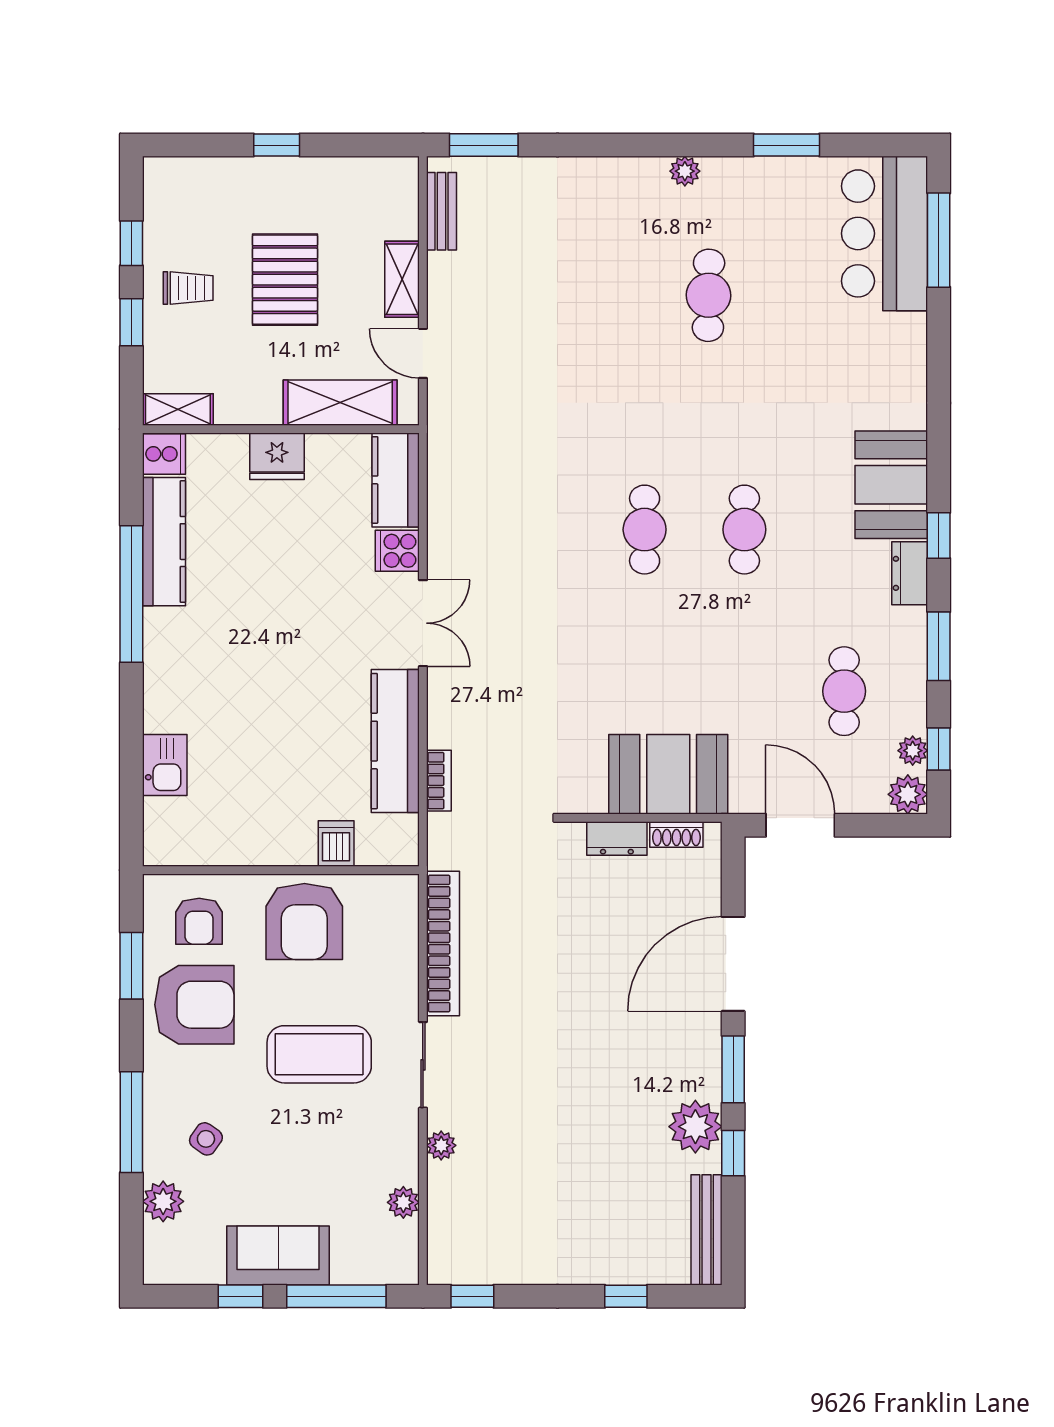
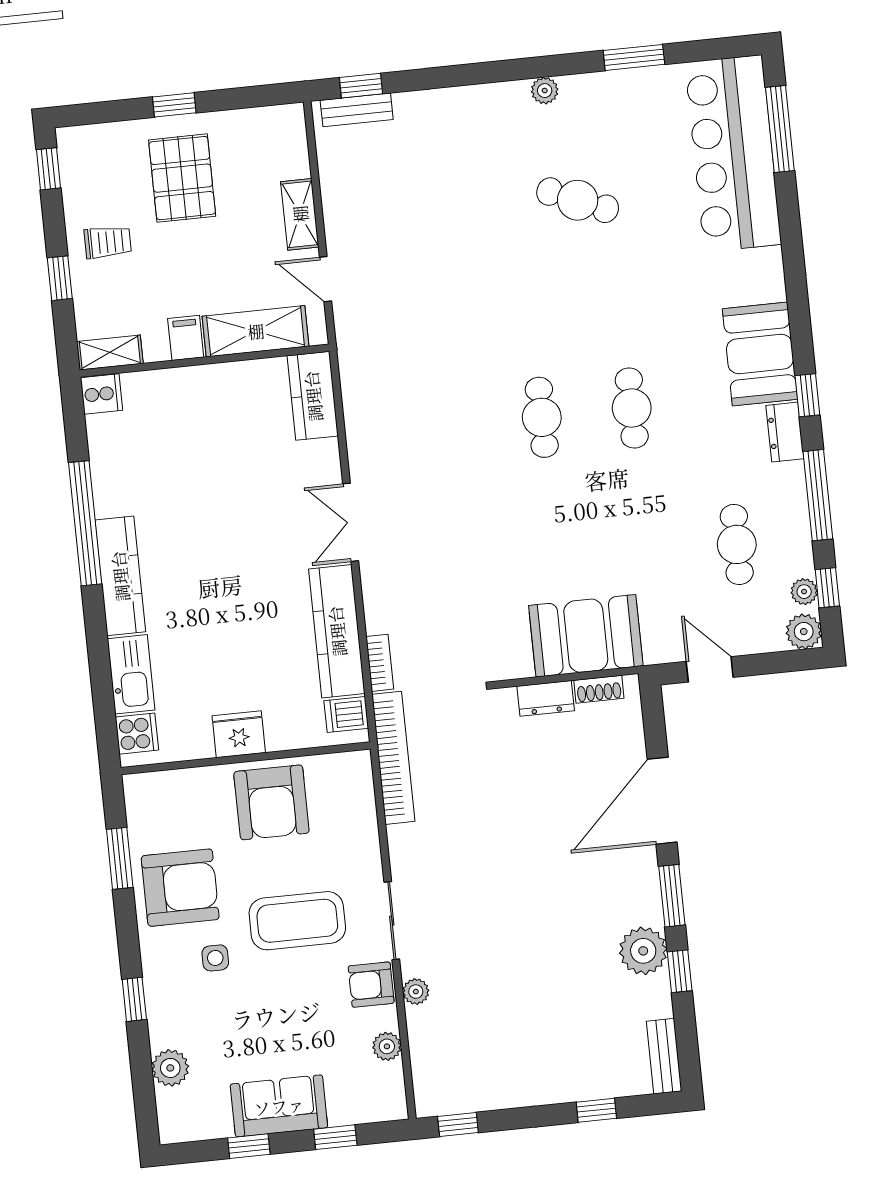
window: (484, 145) -> (361, 86), width x0.67
bench: (442, 211) -> (357, 110), moved, turned 90
bar counter: (885, 233) -> (733, 153), width x1.36
window: (131, 243) -> (48, 169), moved
pallet: (285, 280) -> (182, 178), moved
cafe table: (709, 295) -> (578, 200), turned -68
filing cabinet: (263, 402) -> (186, 338), added
fridge: (277, 456) -> (239, 734), moved, turned 180
kitchen counter: (164, 542) -> (120, 576), moved
cooker: (397, 551) -> (137, 734), moved, turned 180
double door: (423, 623) -> (351, 522), swing flipped
window: (939, 646) -> (818, 495), width x1.44
kitchen sink: (165, 765) -> (131, 674), width x1.38
door: (800, 825) -> (710, 669), width x0.73
dishwasher: (336, 844) -> (346, 714), moved, turned -90
armchair: (199, 921) -> (371, 985), moved, turned 90
bookcase: (443, 944) -> (393, 758), moved
window: (131, 1122) -> (134, 999), width x0.46
side table: (206, 1139) -> (215, 958), moved, turned -35
bench: (706, 1230) -> (664, 1056), width x0.73
window: (336, 1296) -> (335, 1137), width x0.46

